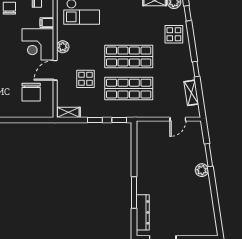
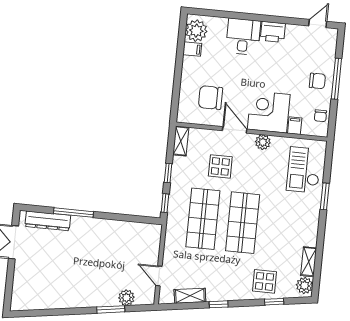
window: (188, 13) -> (274, 302), moved
plant: (202, 170) -> (126, 298), moved

